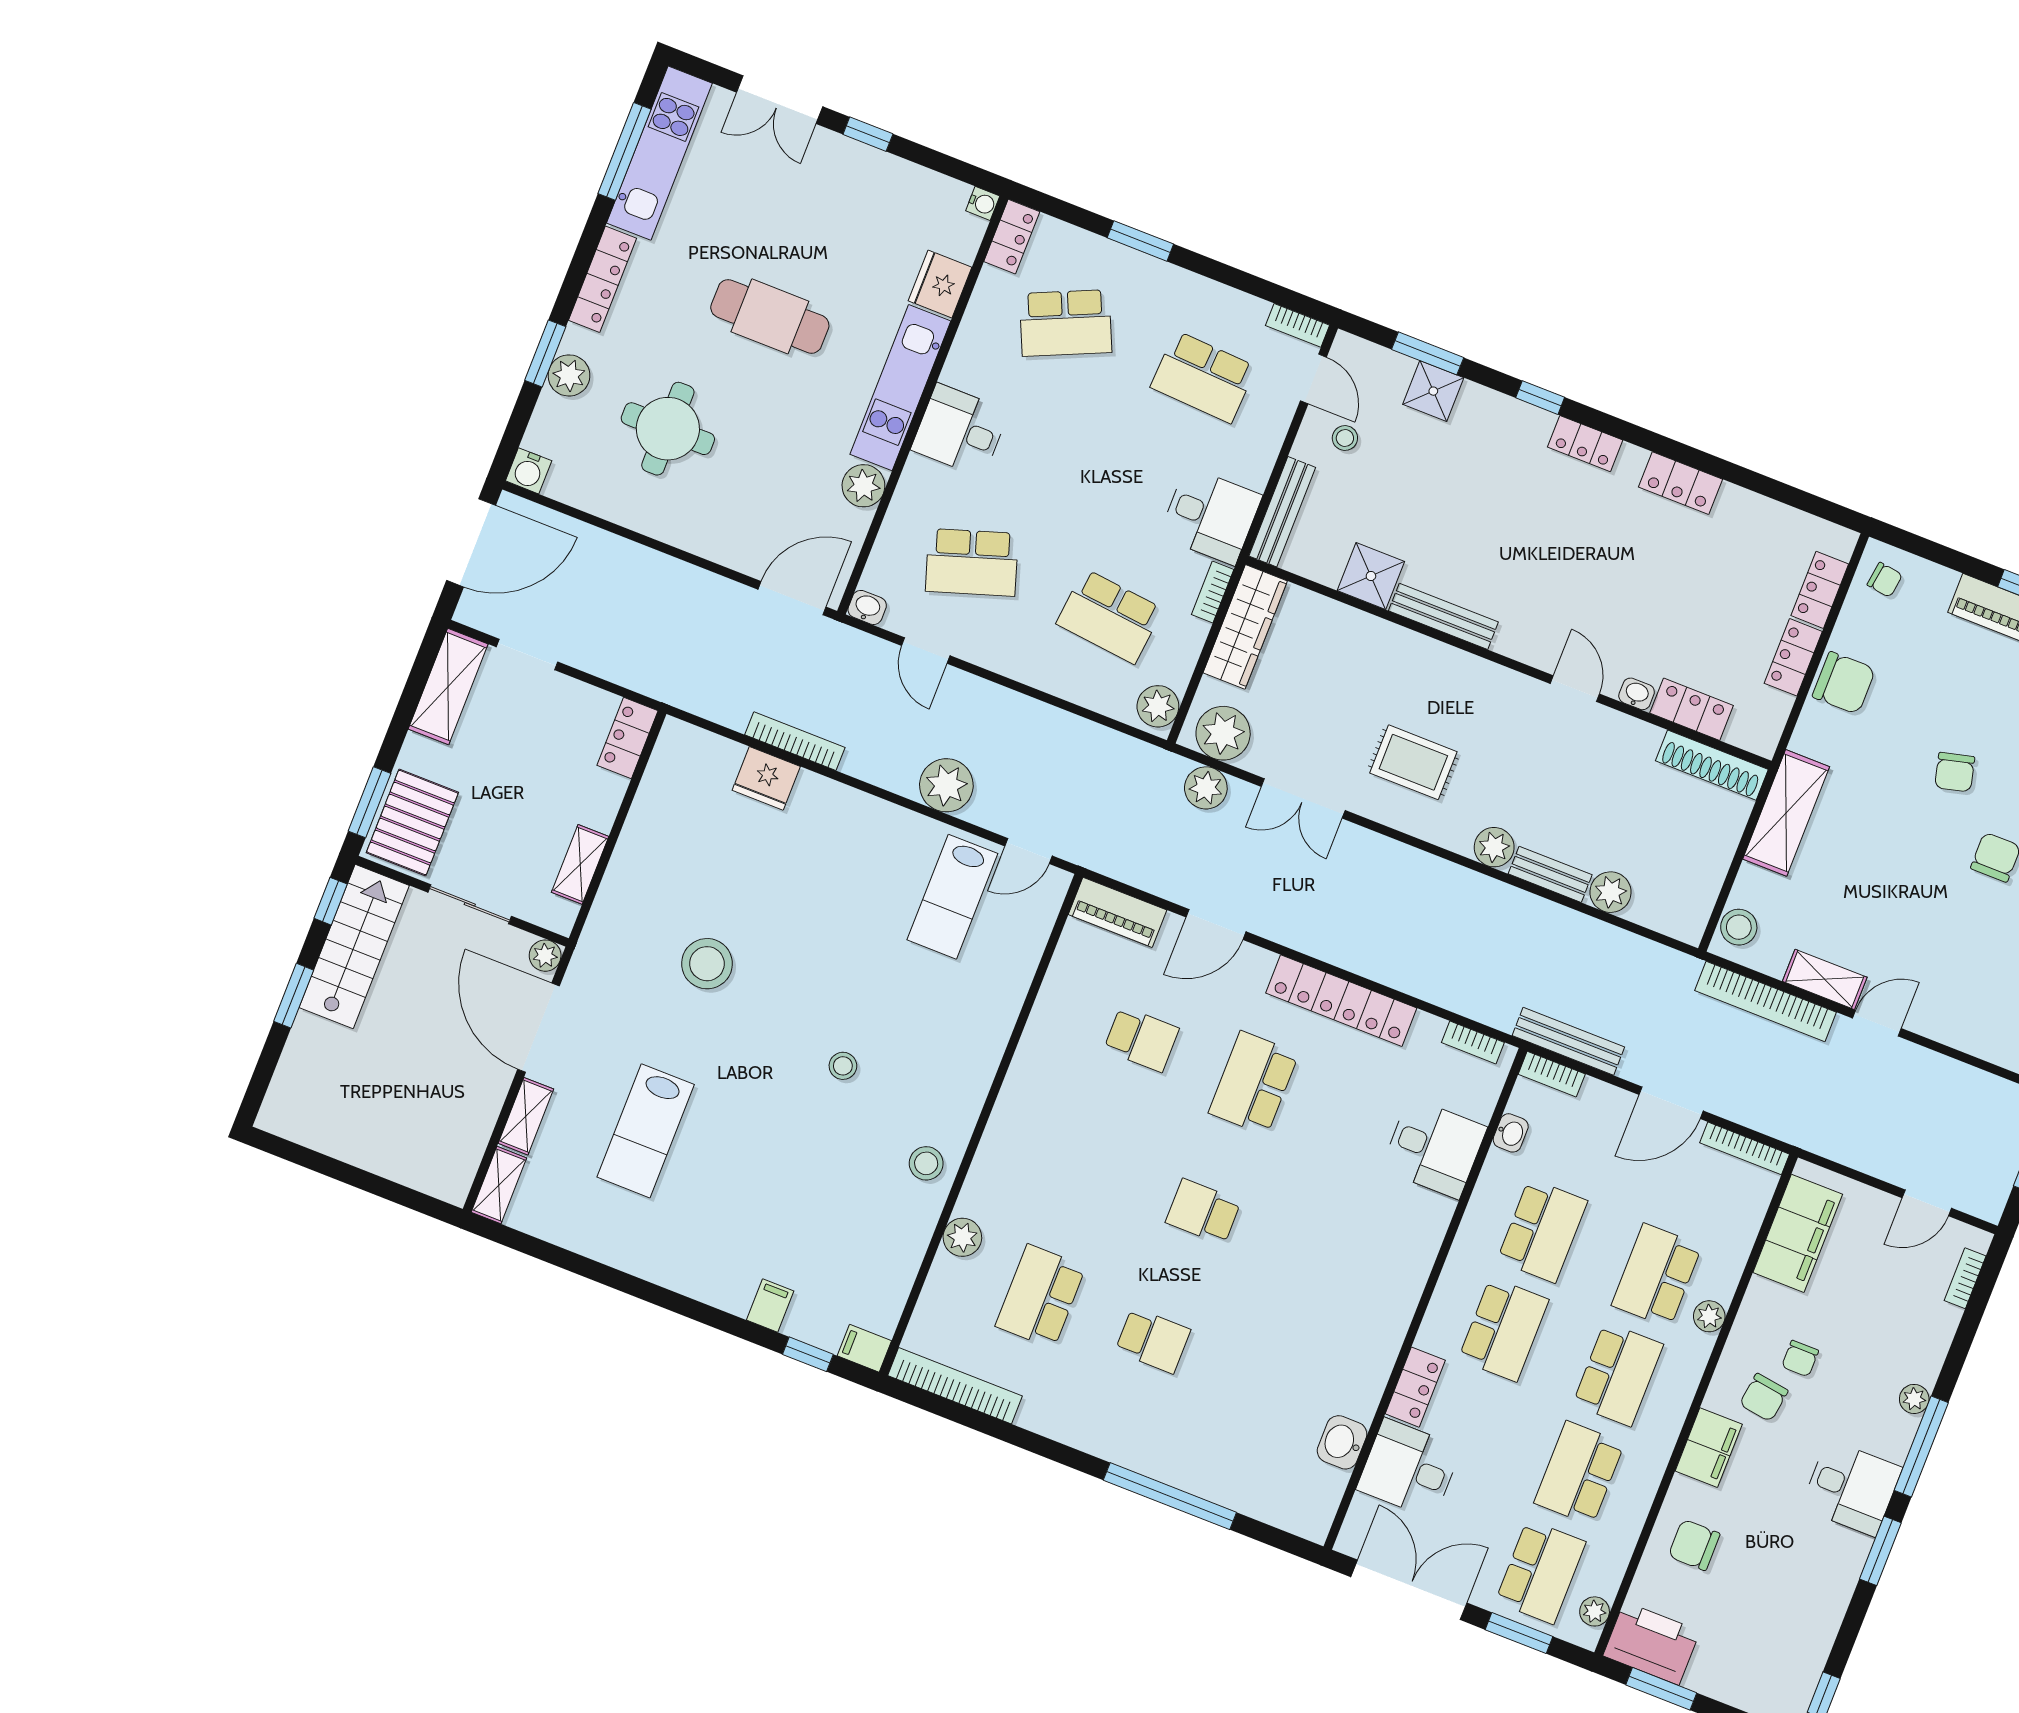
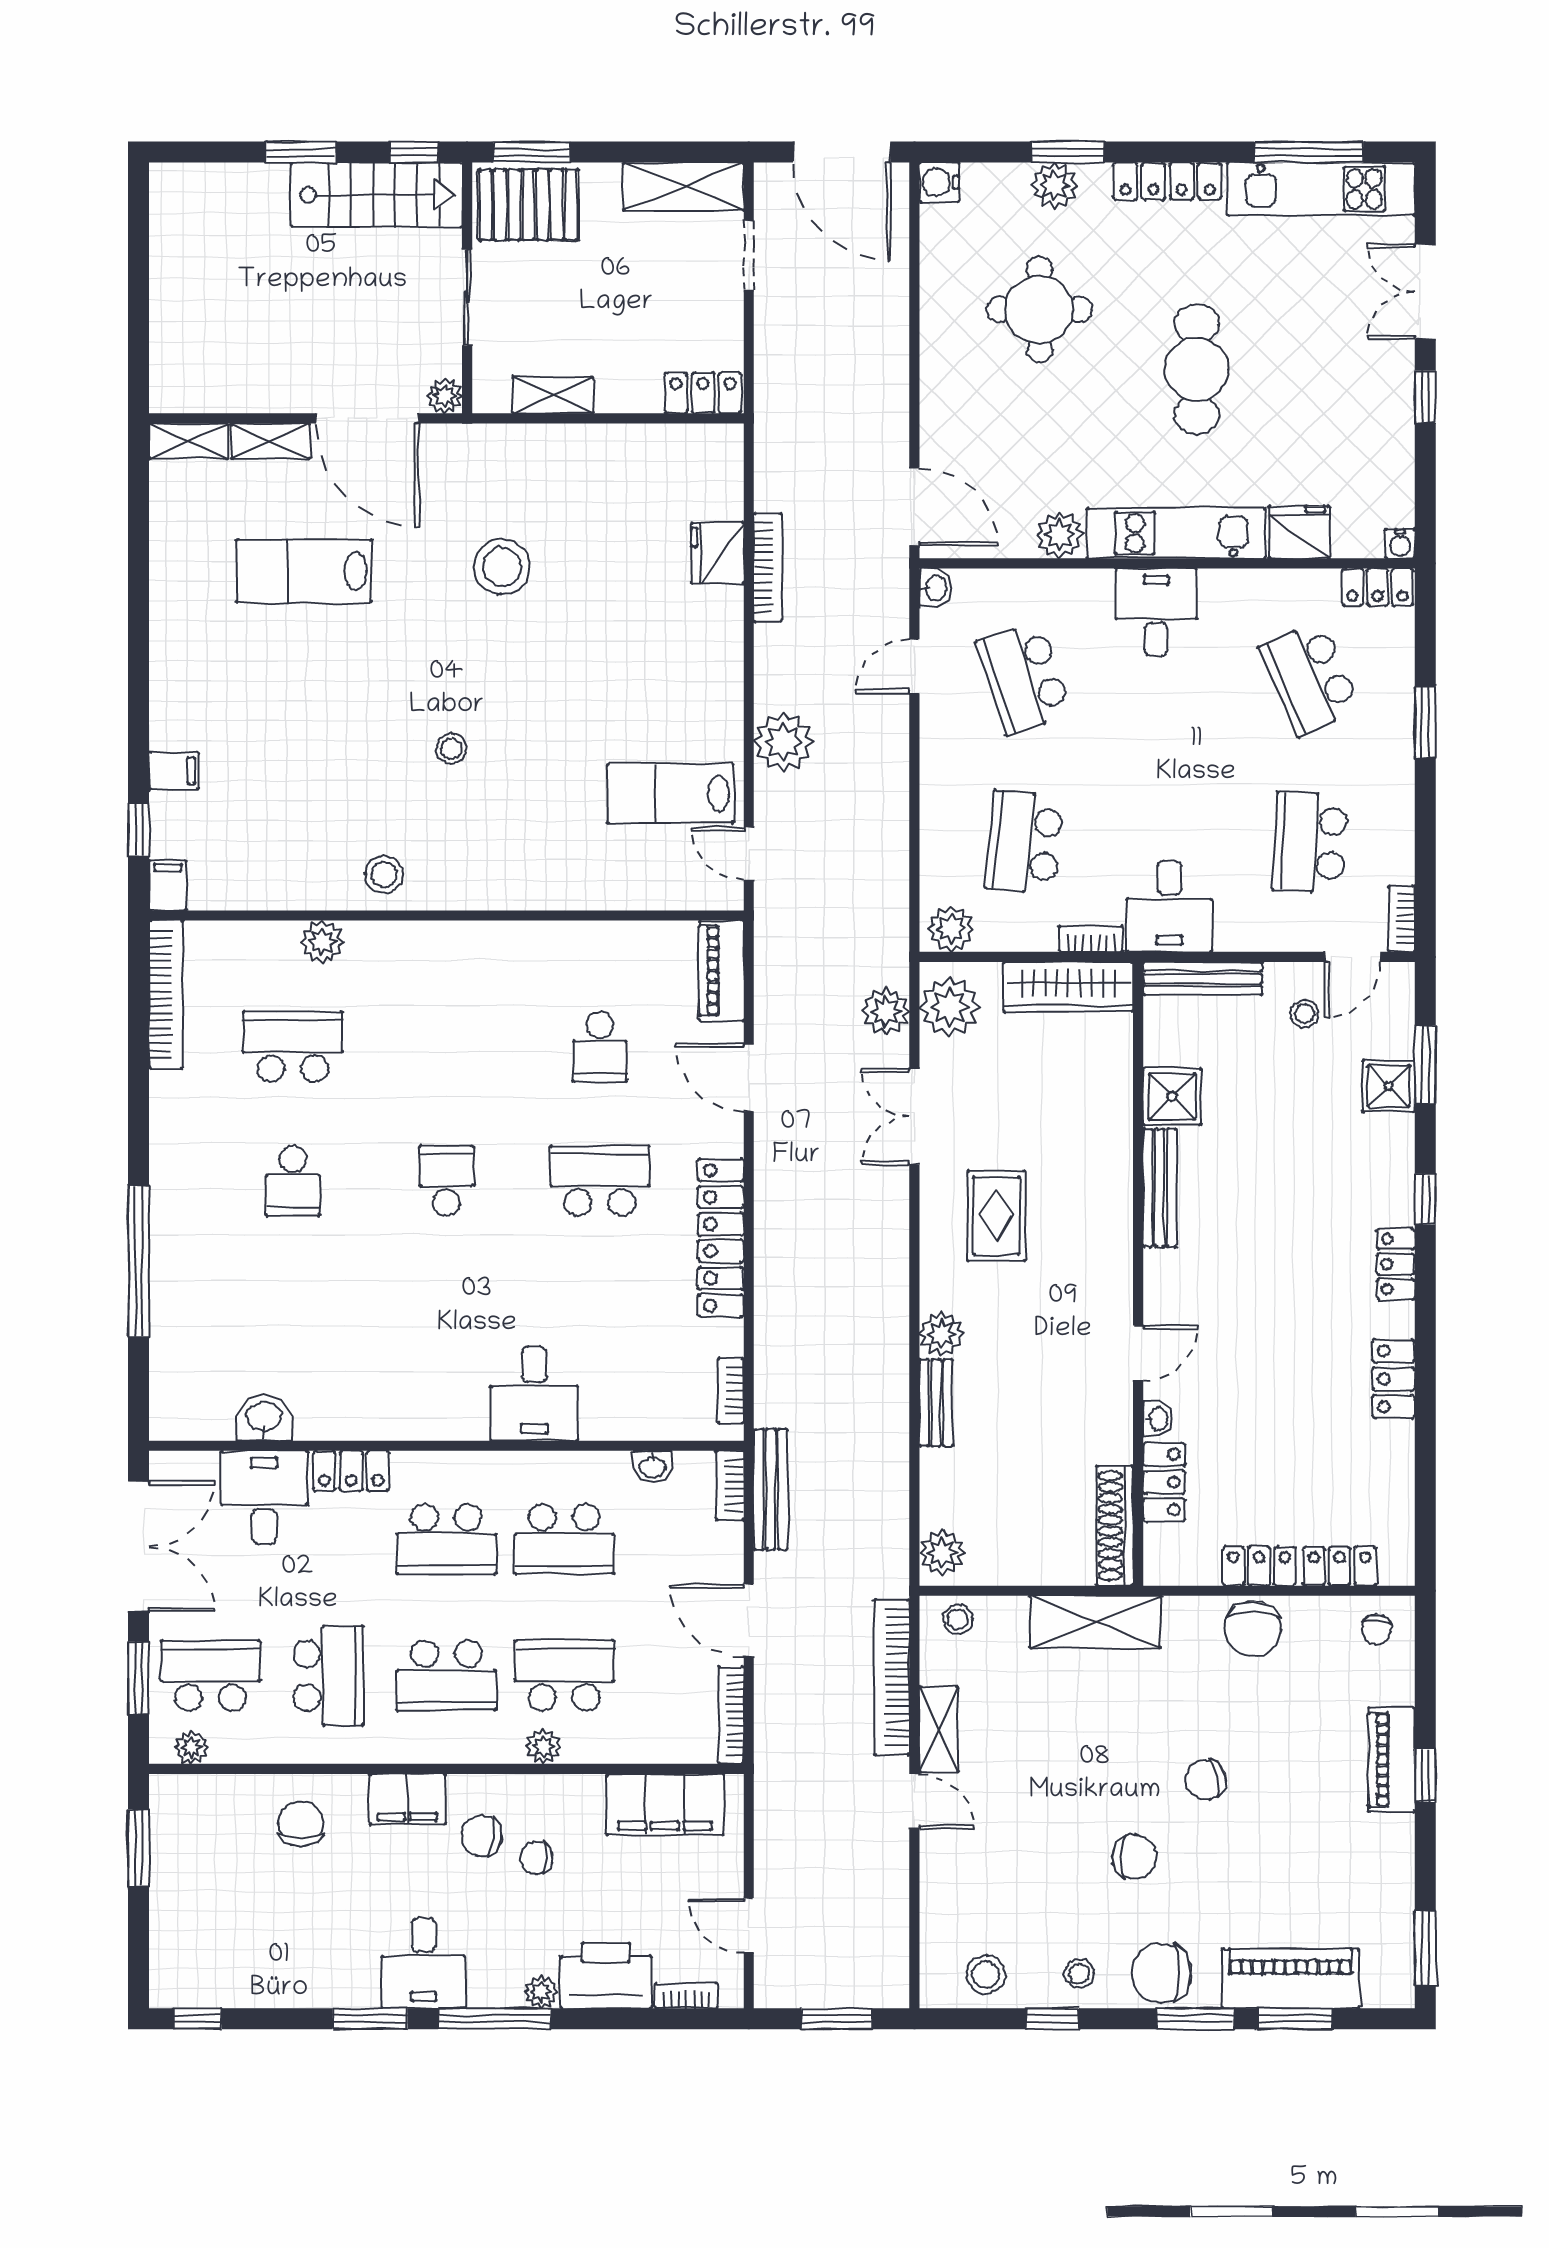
plant: (1610, 892) -> (942, 1553), moved
stool: (1739, 927) -> (958, 1619), width x0.73, depth x0.73
door: (539, 1028) -> (367, 418), swing flipped
desk: (1434, 1148) -> (534, 1394), moved
school desk: (1579, 1473) -> (328, 1676), turned 90
school desk: (1541, 1572) -> (211, 1676), turned 180
printer: (1651, 1643) -> (606, 1976), moved, turned -90

